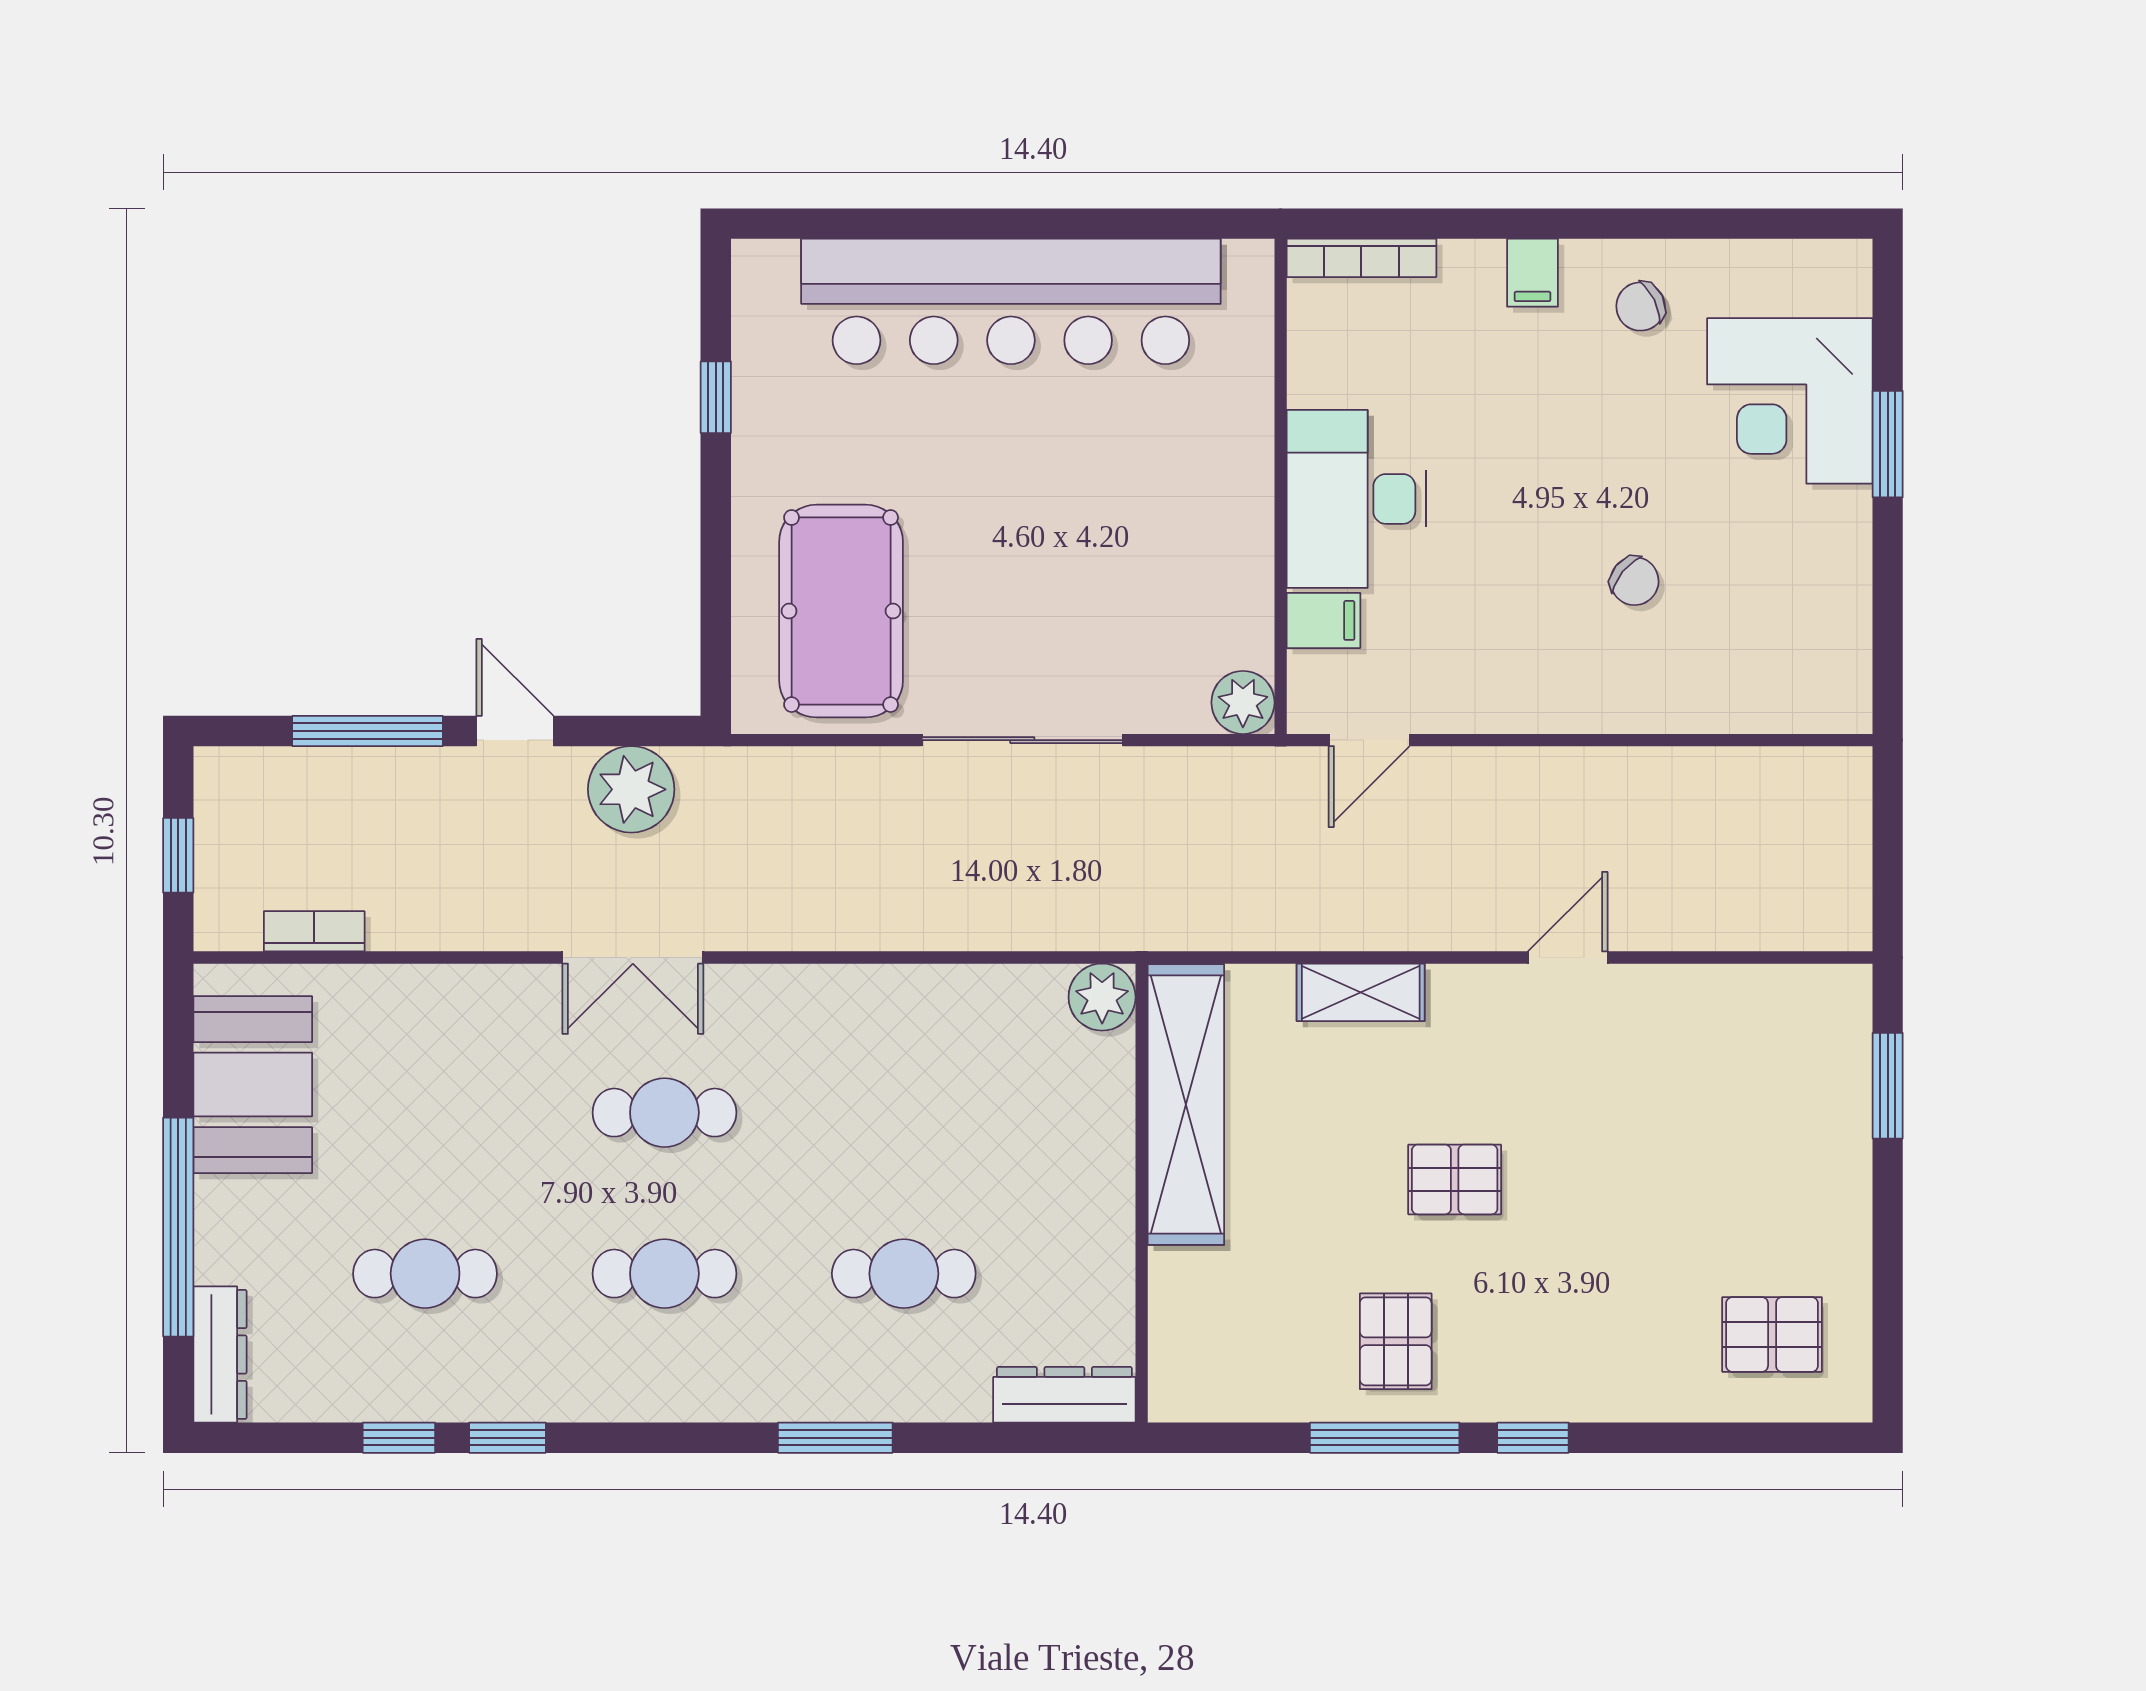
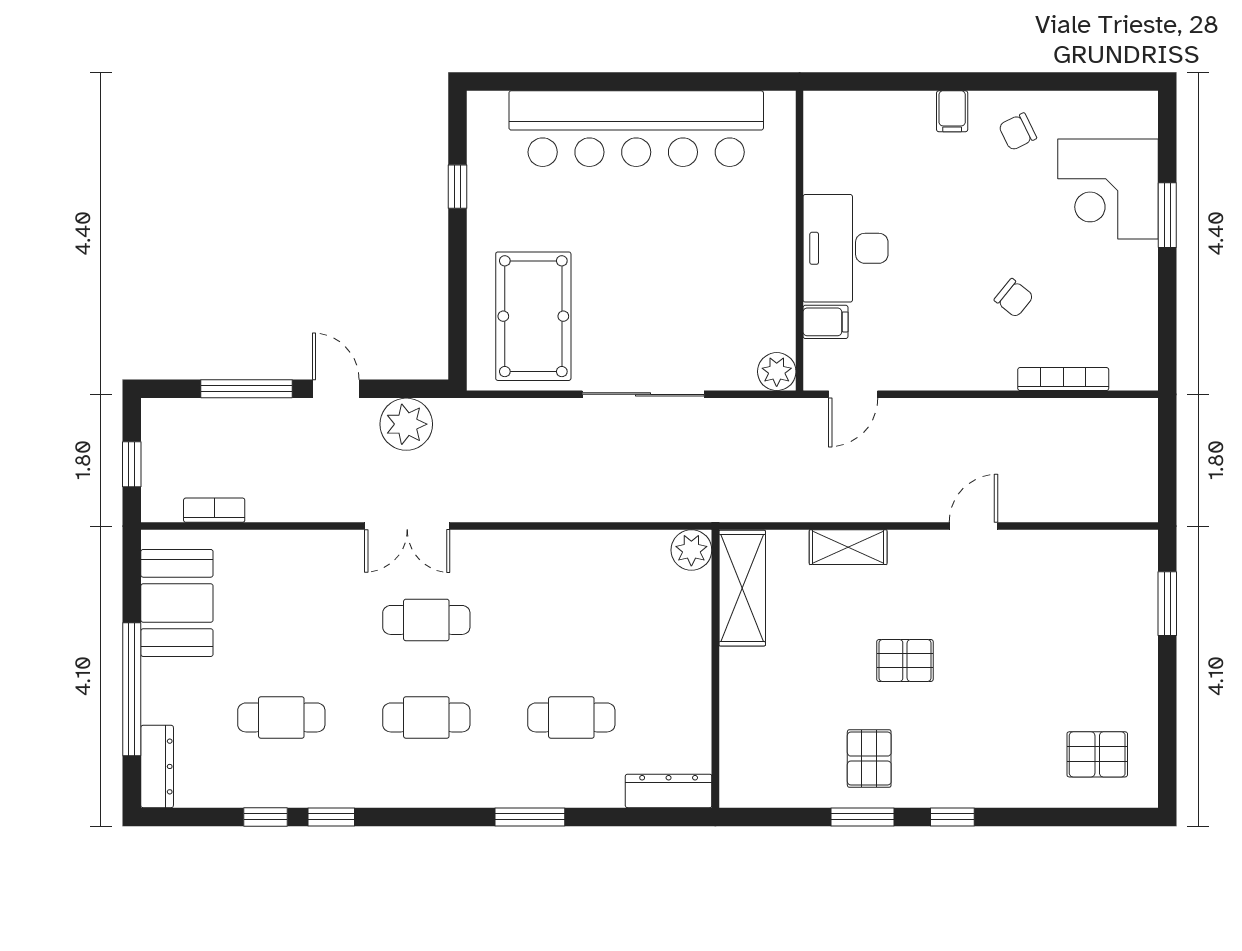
bookcase: (1361, 258) -> (1063, 379), moved, turned 180
shelving: (1186, 1105) -> (742, 588), width x0.68
window: (1385, 1438) -> (863, 817), width x0.69

